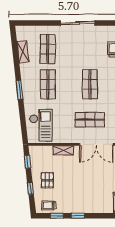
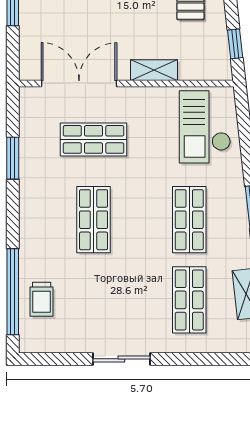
sliding door: (78, 23) -> (121, 359), width x0.73

